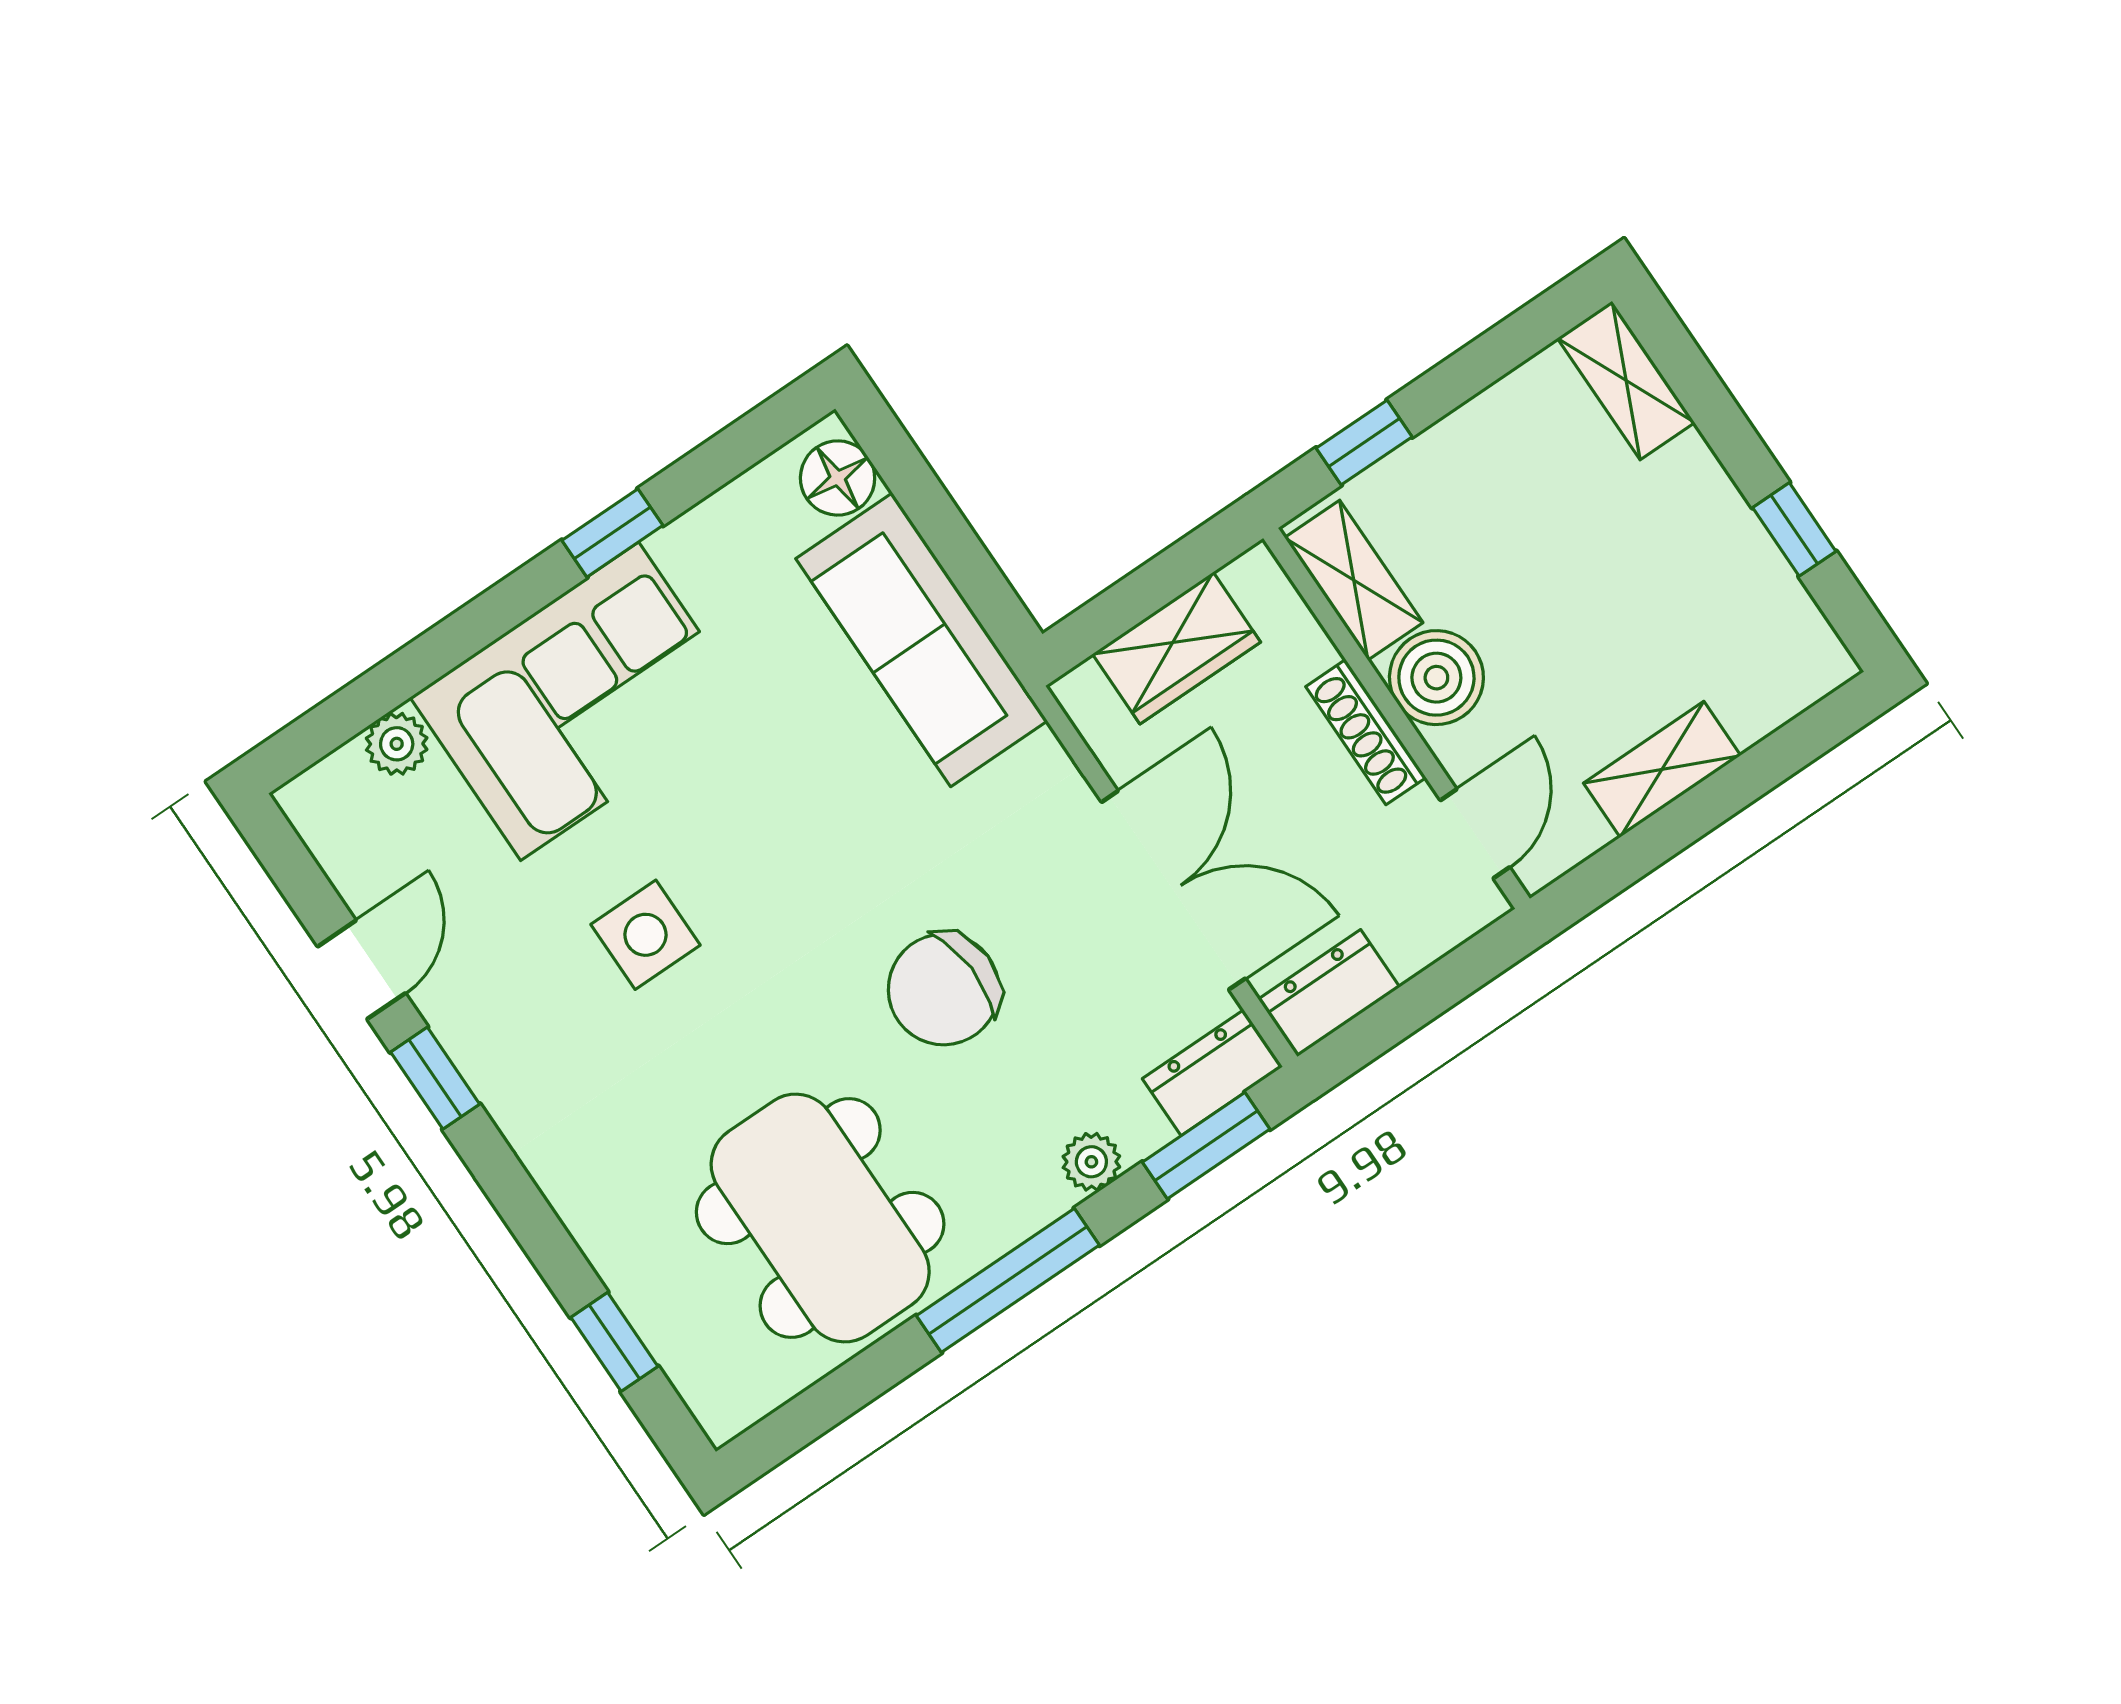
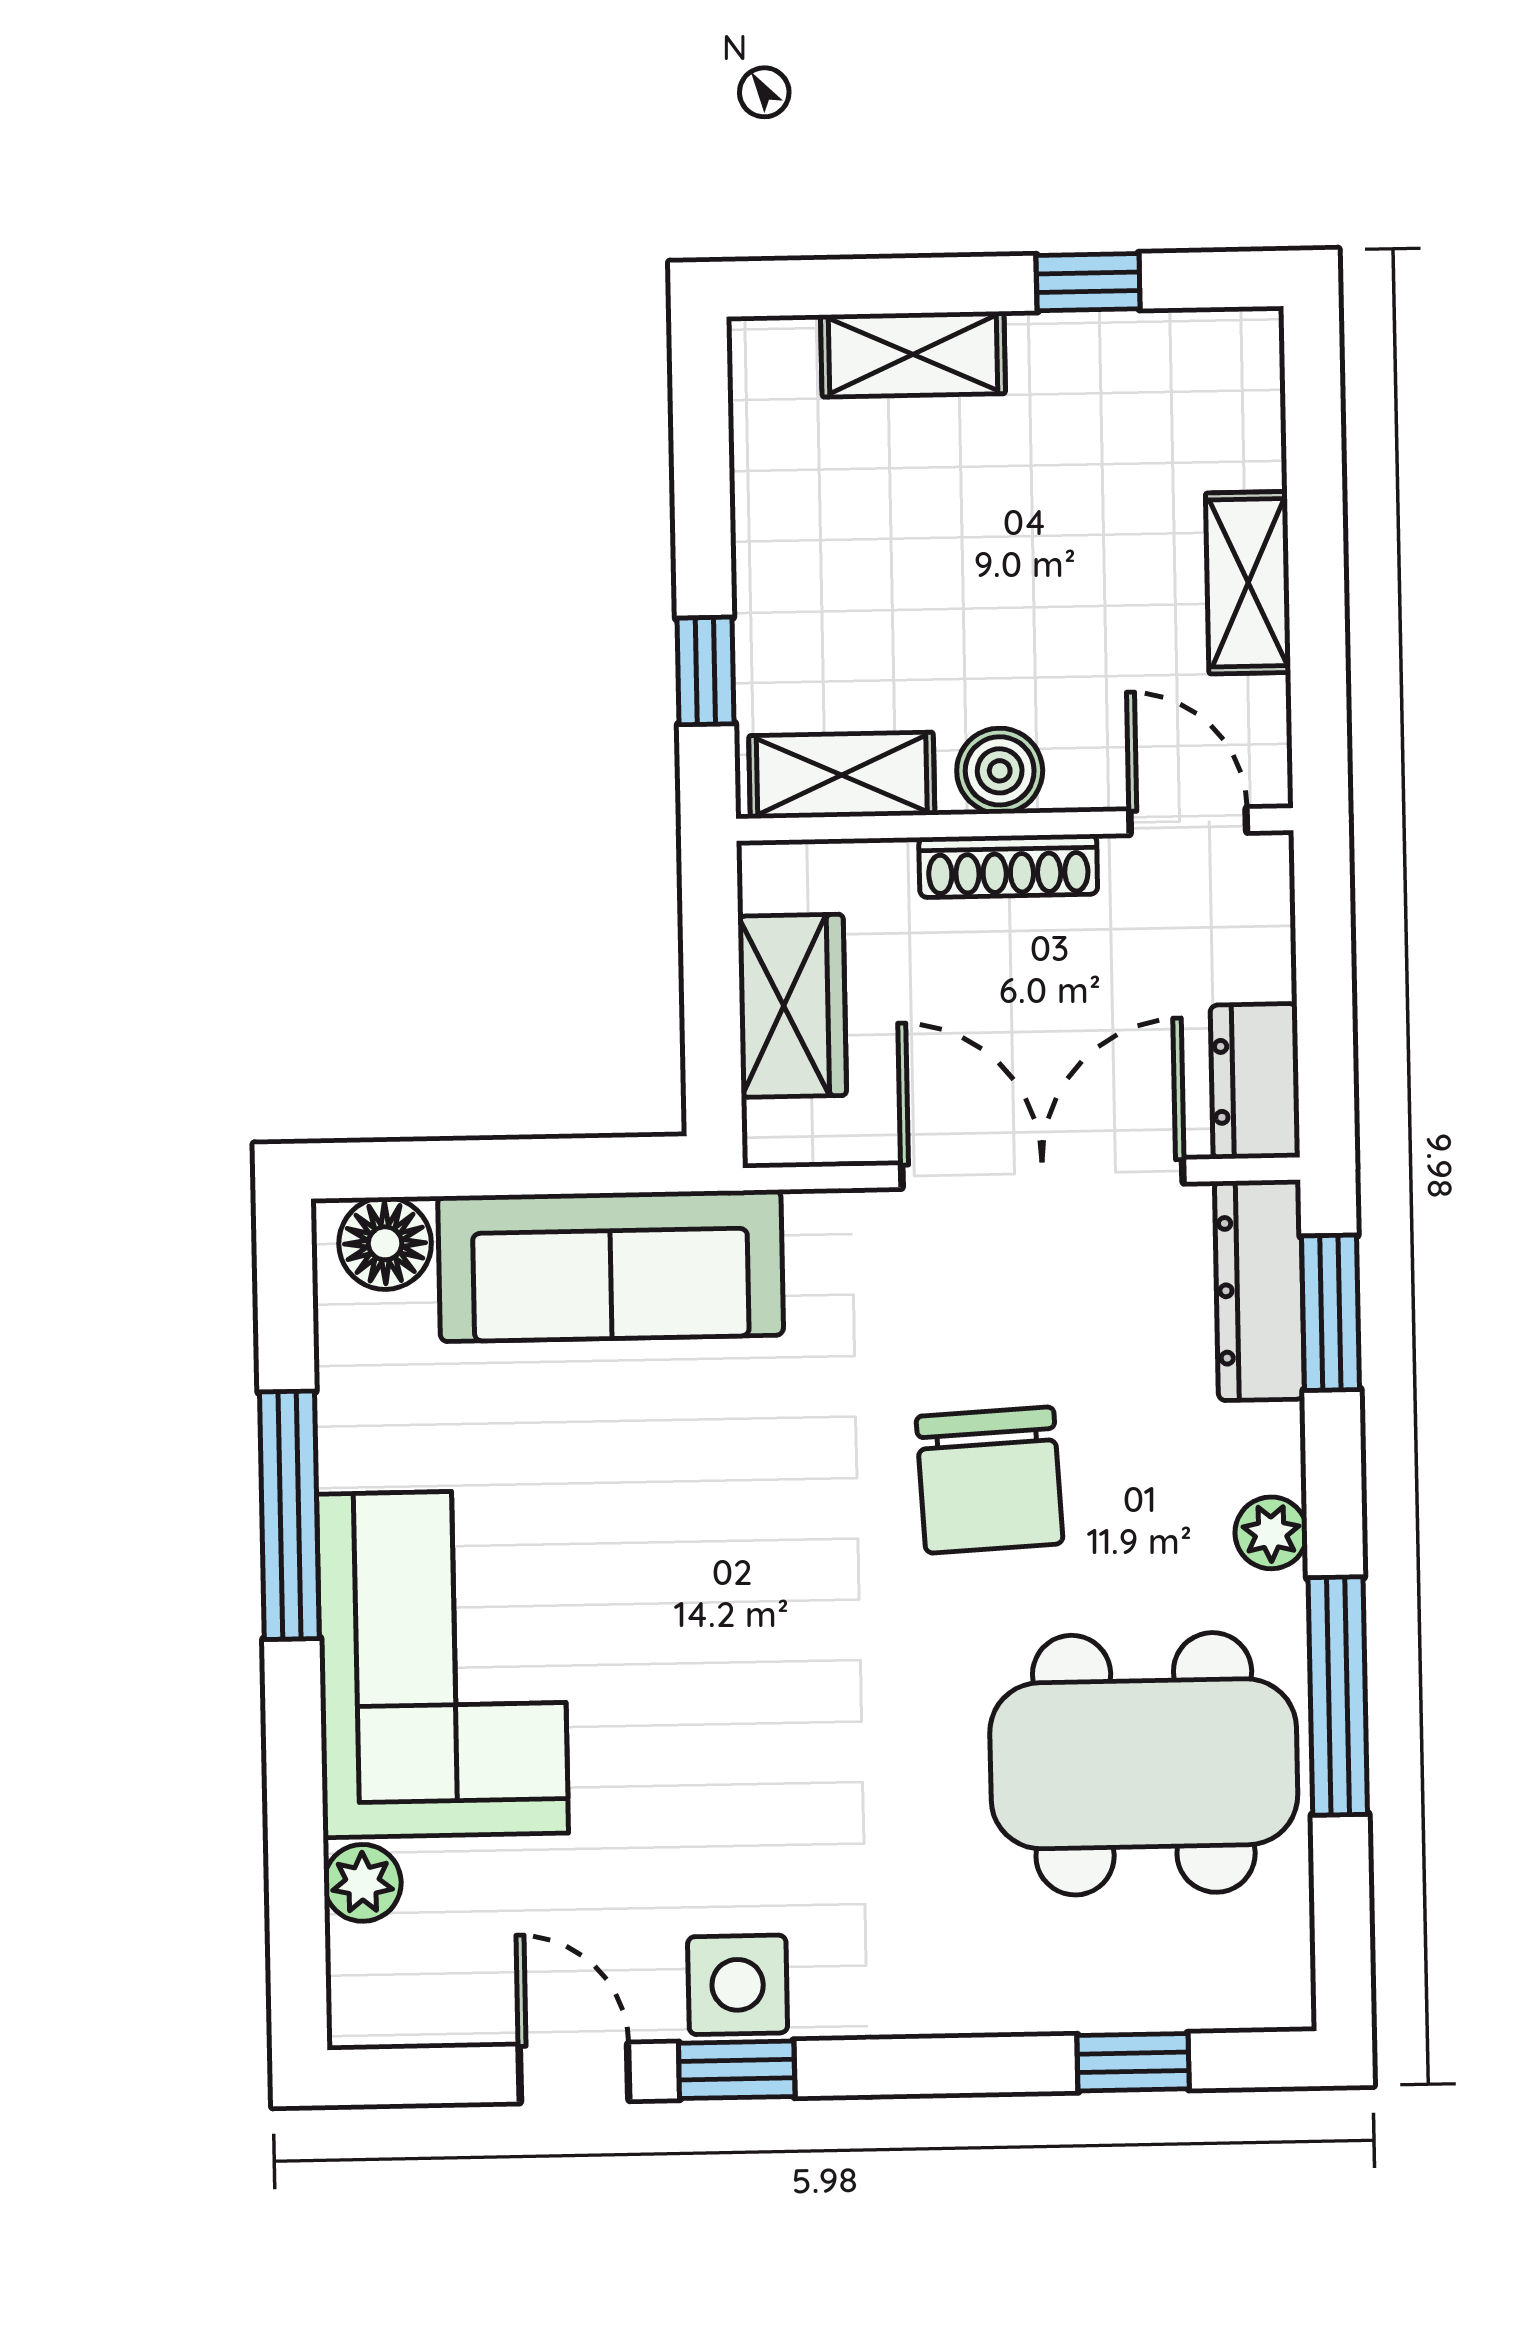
shelving: (1626, 380) -> (913, 354), moved
window: (612, 533) -> (289, 1515), width x2.17
boiler: (1436, 678) -> (1000, 771), width x0.73, depth x0.73
side table: (645, 935) -> (738, 1985), moved
dresser: (1212, 1073) -> (1259, 1290), width x1.44
plant: (1091, 1162) -> (1271, 1533), moved
window: (1008, 1280) -> (1338, 1696), moved

